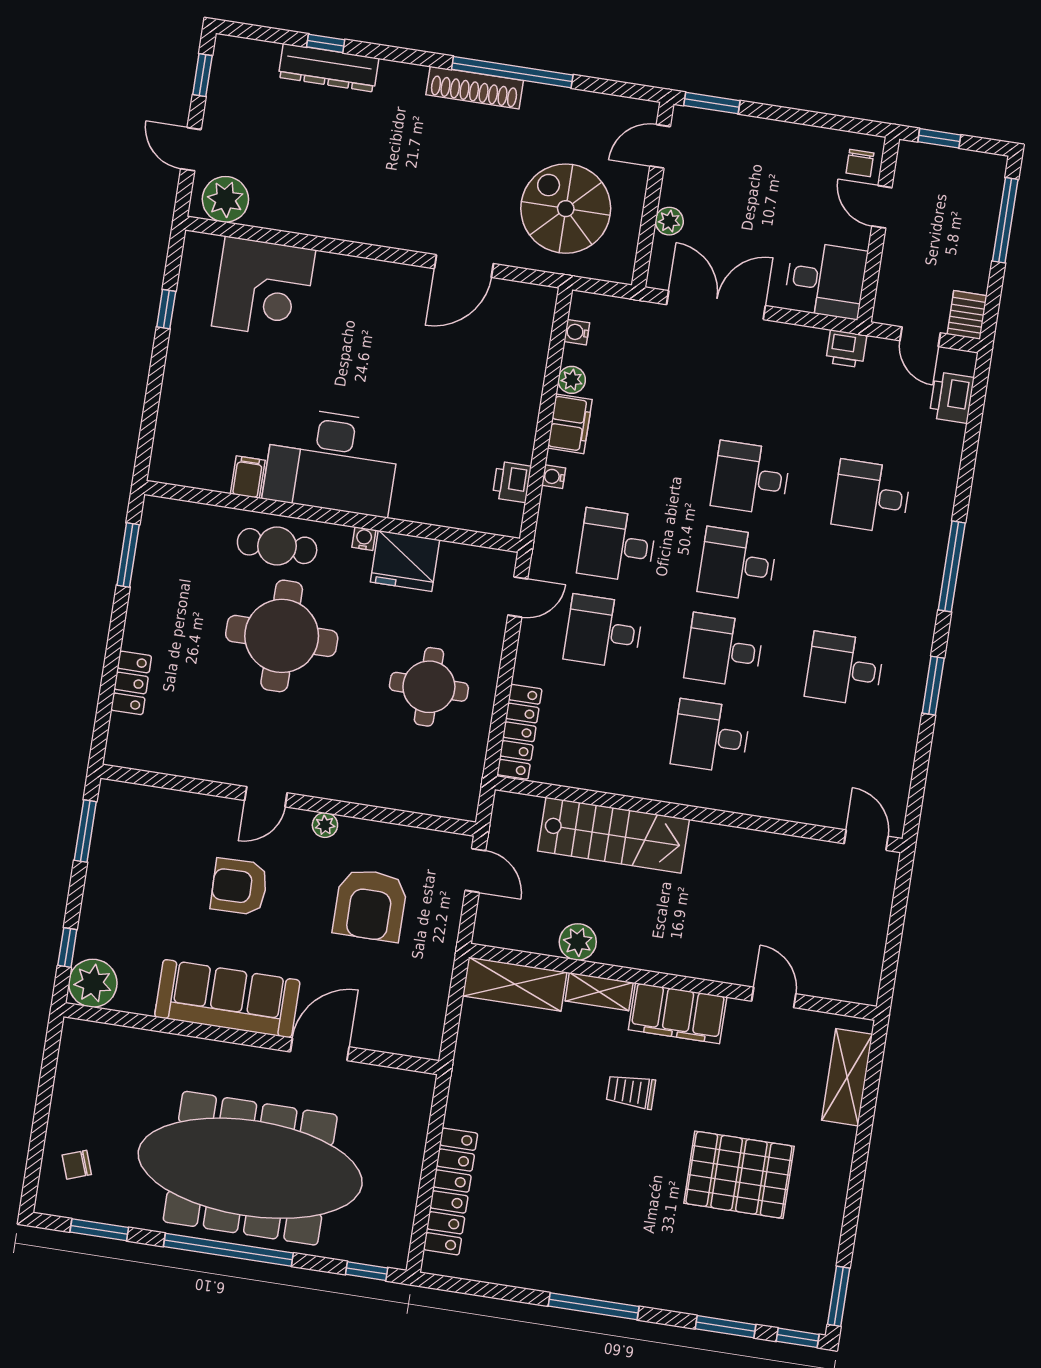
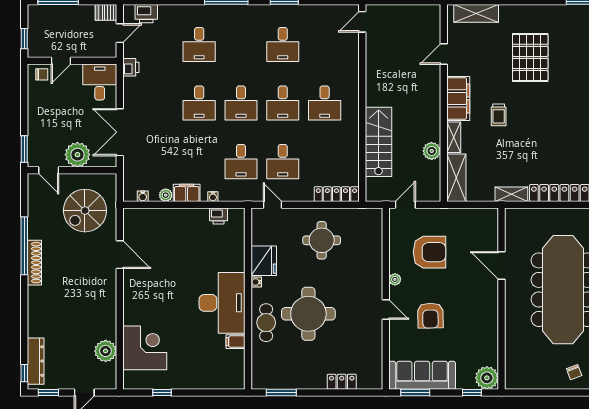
window: (326, 43) -> (24, 373), moved
dresser: (328, 68) -> (36, 361), moved
plant: (225, 199) -> (106, 351), moved
plant: (669, 221) -> (77, 155), width x1.88, depth x1.88
sofa: (227, 999) -> (422, 375), moved, turned 90
shelving: (463, 1092) -> (511, 194), added

